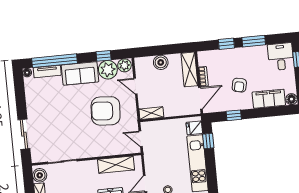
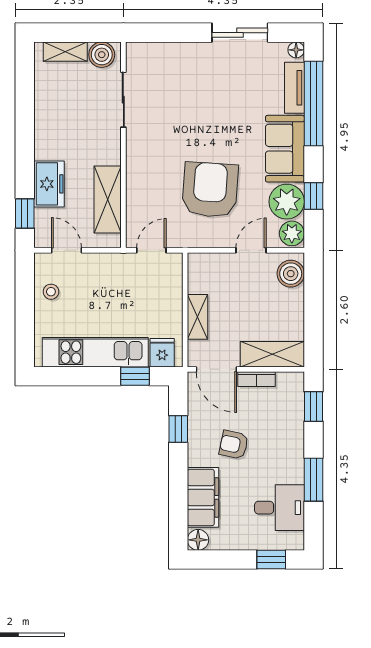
window: (226, 44) -> (313, 406), moved
desk: (281, 57) -> (279, 508), moved
boiler: (161, 62) -> (291, 274), moved
shelving: (151, 113) -> (198, 317), moved
sliding door: (24, 134) -> (240, 33), moved

